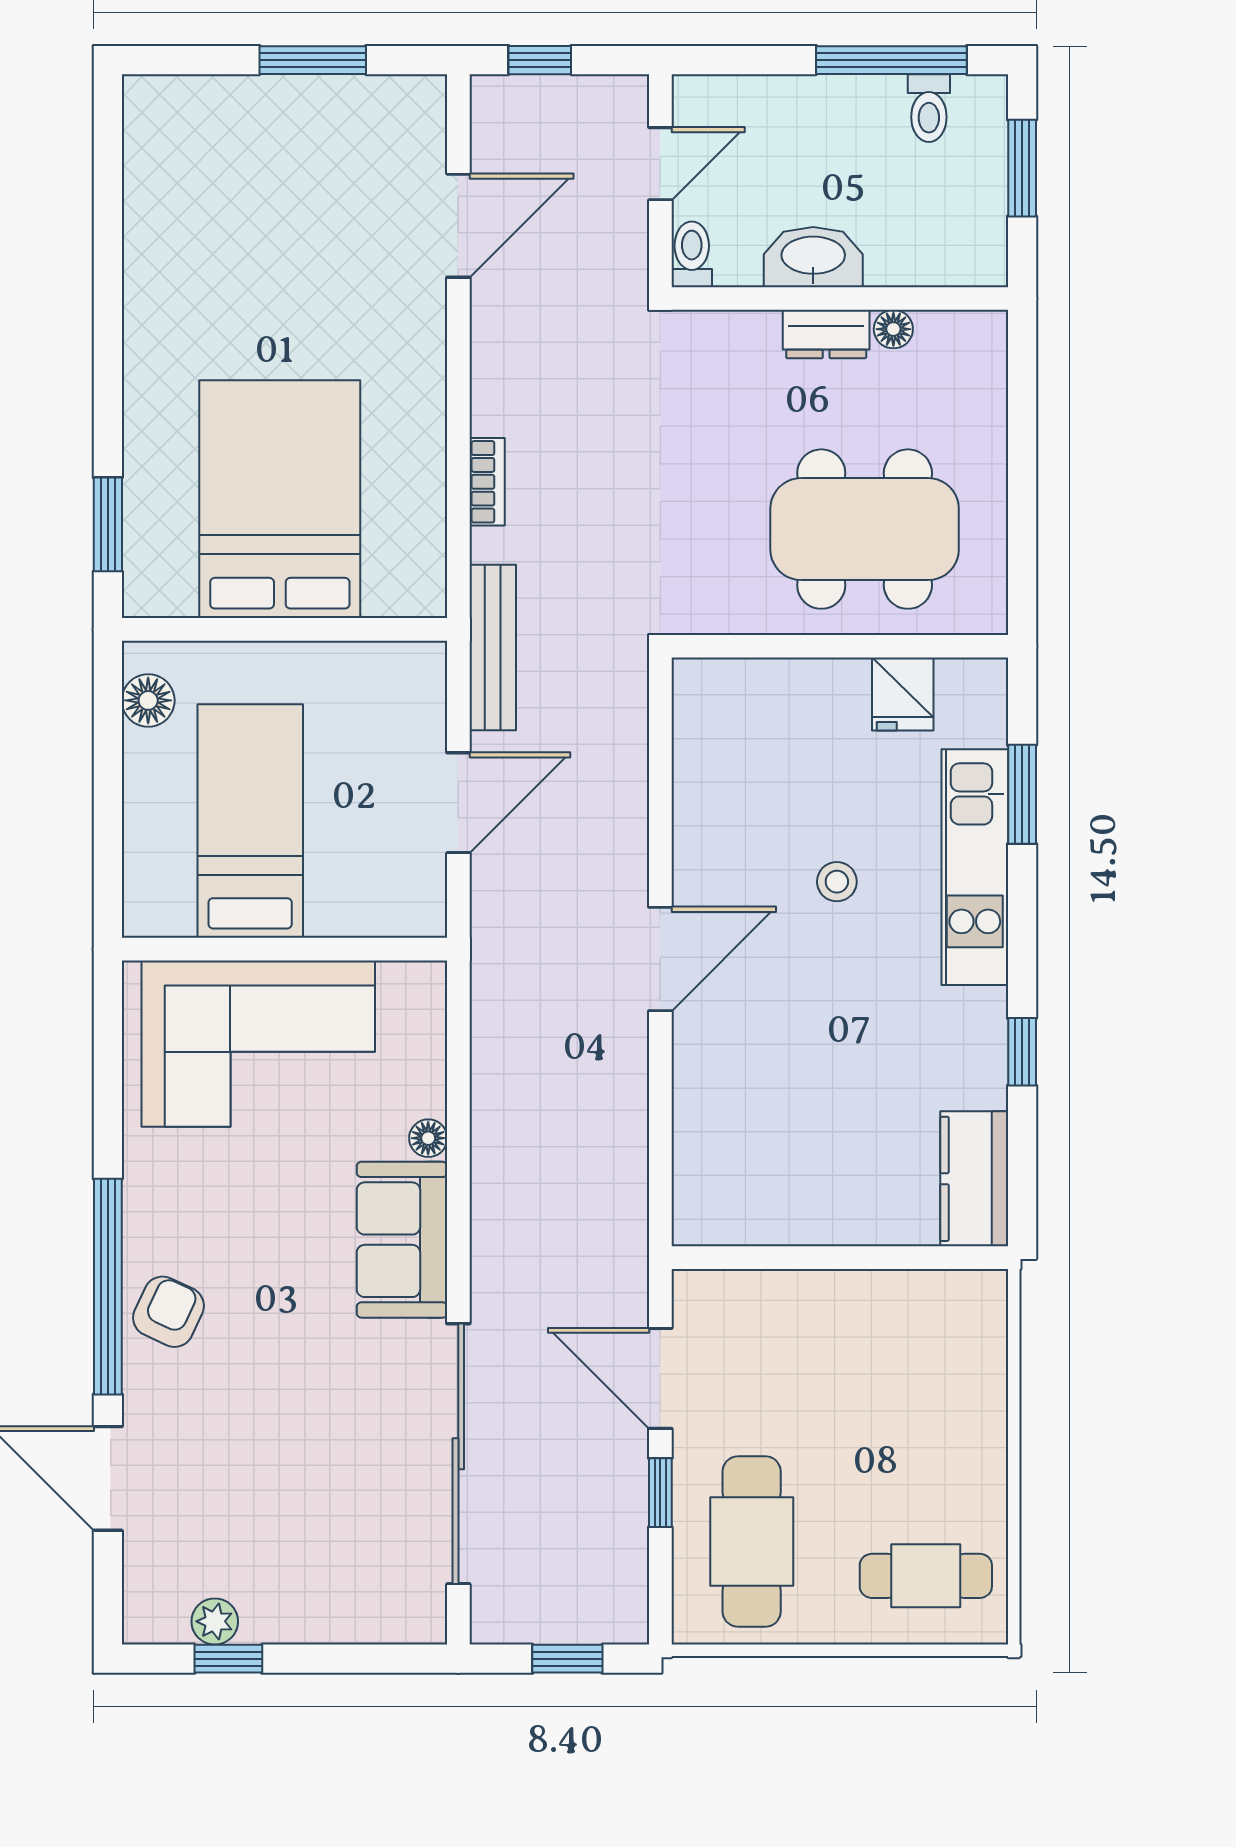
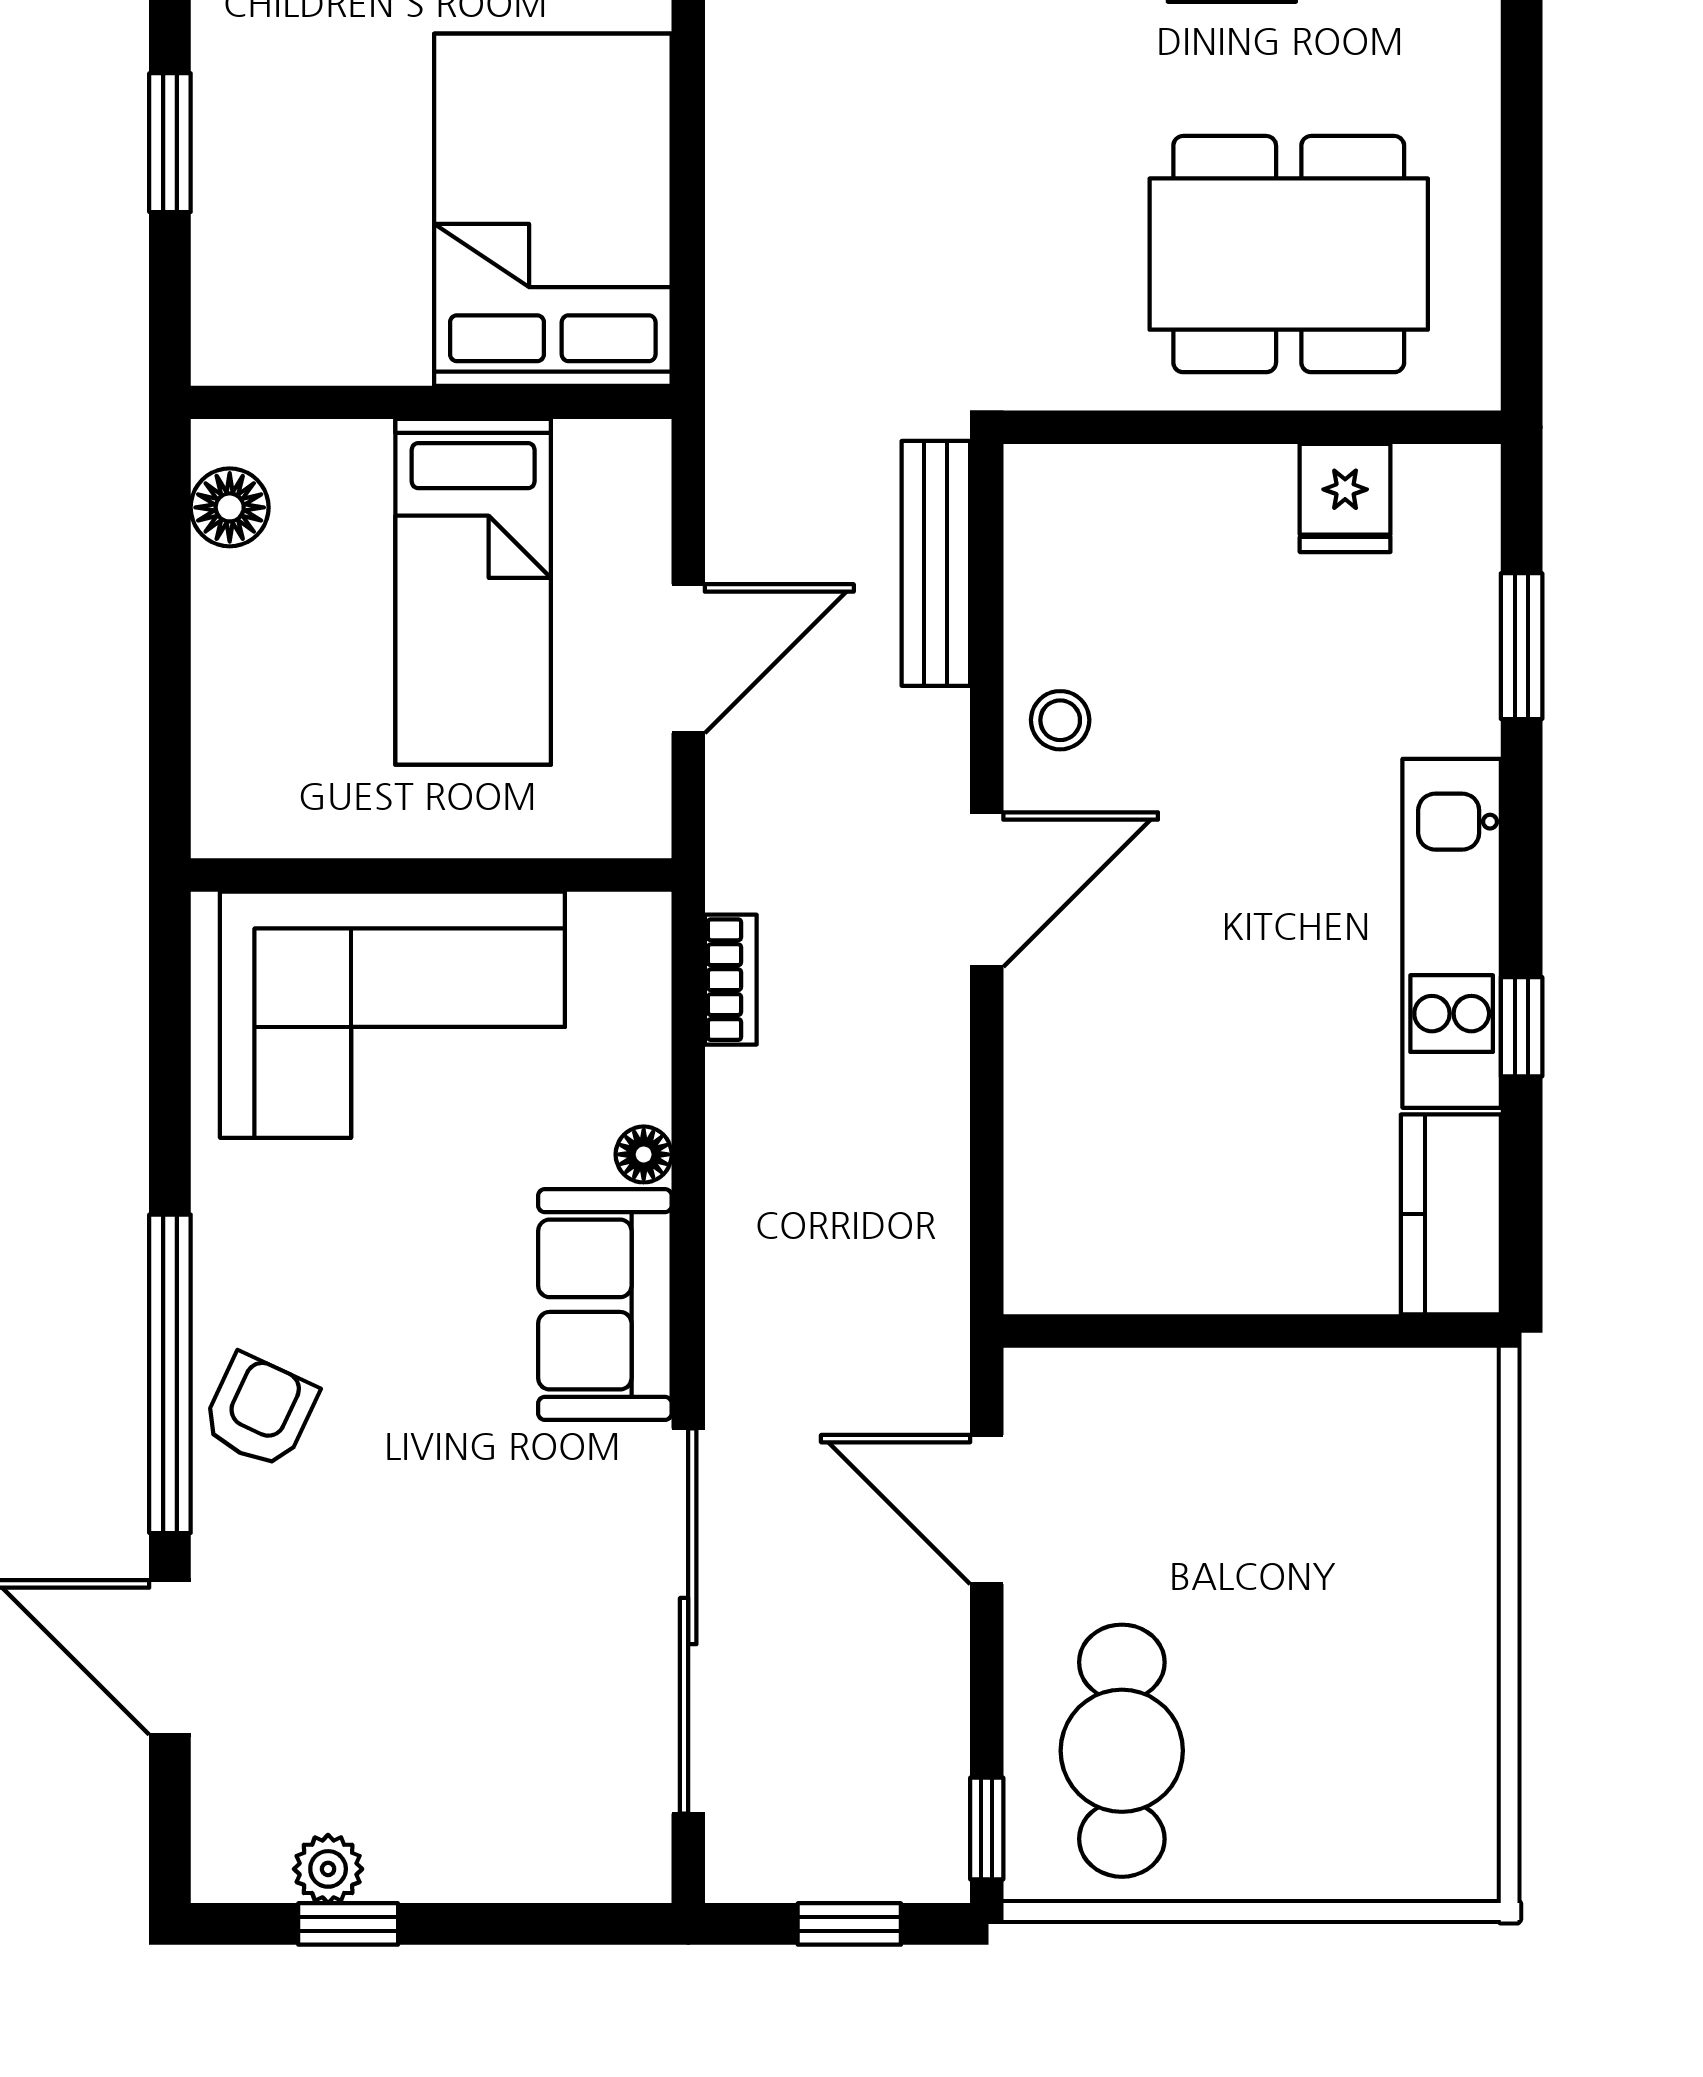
bookcase: (487, 482) -> (731, 980), moved
bed: (280, 499) -> (553, 210), moved
window: (108, 524) -> (170, 143), moved
bench: (493, 647) -> (936, 563), moved
bed: (250, 821) -> (473, 592), moved, turned 180
kitchen unit: (975, 867) -> (1452, 933), moved
stool: (837, 882) -> (1060, 720), moved
window: (660, 1493) -> (987, 1828), moved
cafe table: (926, 1576) -> (1379, 1801), removed

